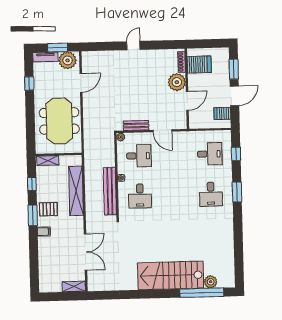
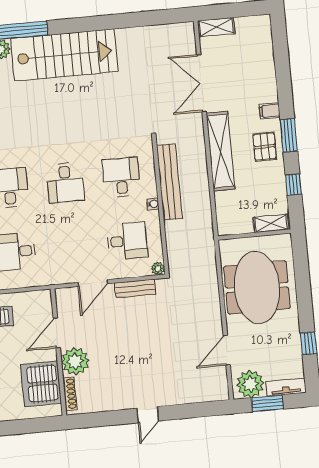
server rack: (199, 65) -> (41, 384), width x1.60
door: (162, 131) -> (93, 283), swing flipped
desk: (139, 156) -> (127, 241), turned 180
shelving: (76, 191) -> (220, 151), moved
desk: (175, 195) -> (65, 183), added
pallet: (48, 209) -> (265, 147), turned 90

